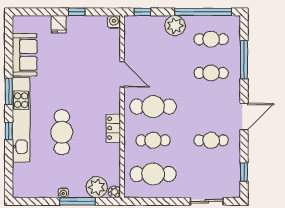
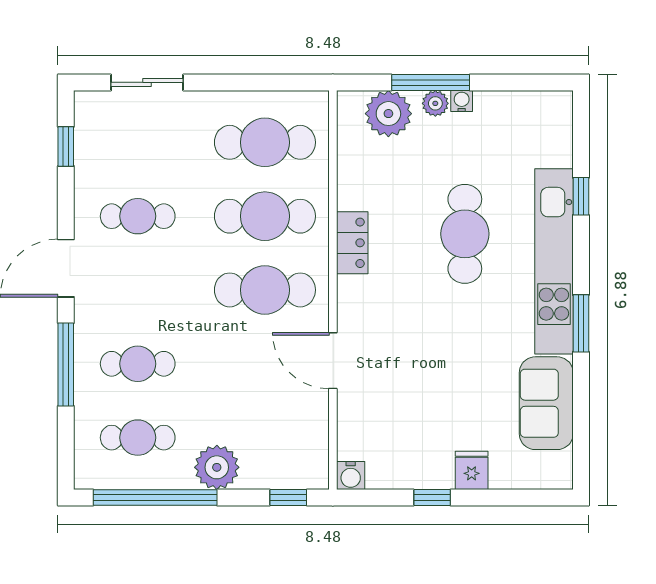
window: (244, 60) -> (66, 365), moved
window: (9, 131) -> (581, 196), moved
cafe table: (153, 140) -> (265, 216), width x1.37, depth x1.35
plant: (114, 192) -> (435, 103), moved

